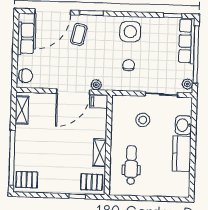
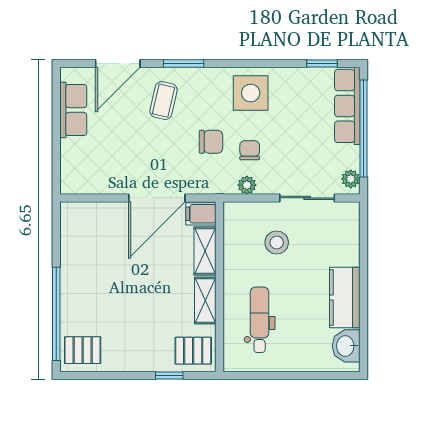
door: (53, 12) -> (118, 64), width x0.73
chair: (26, 76) -> (211, 142), moved
plant: (96, 85) -> (247, 185), moved
shelving: (22, 110) -> (205, 251), moved
washbasin: (183, 125) -> (346, 346), moved

